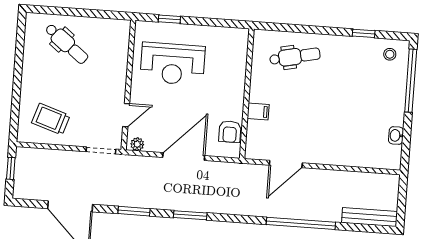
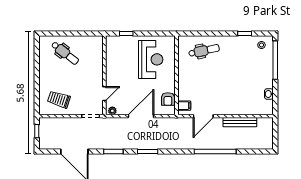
reception desk: (173, 64) -> (151, 59), moved, turned -90
filing cabinet: (258, 111) -> (184, 106), moved
bench: (370, 217) -> (240, 122), moved

